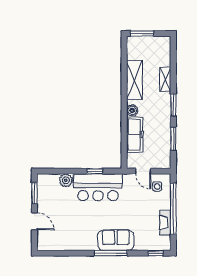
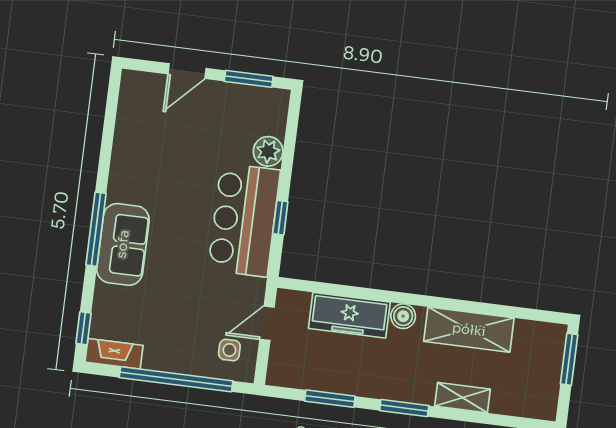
fireplace: (165, 223) -> (114, 354), moved

